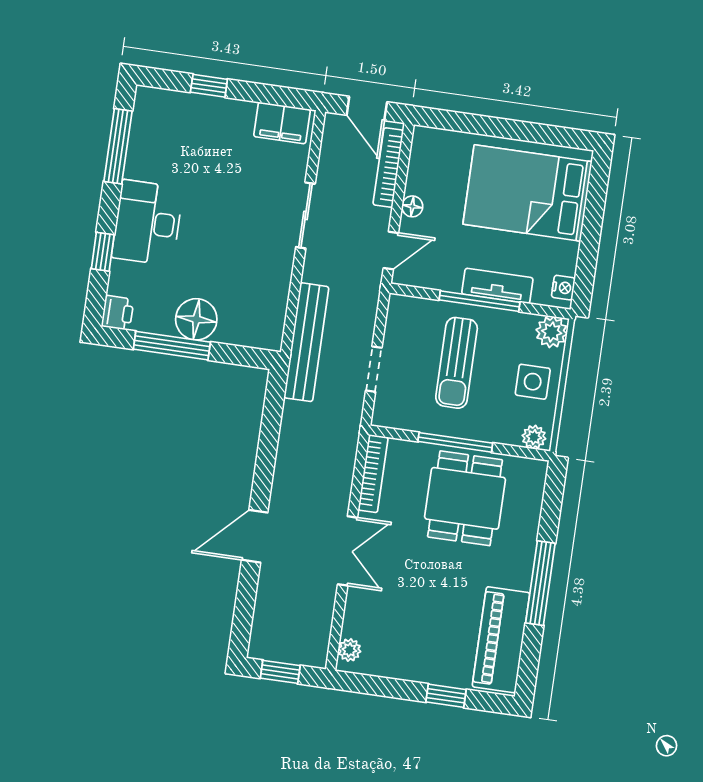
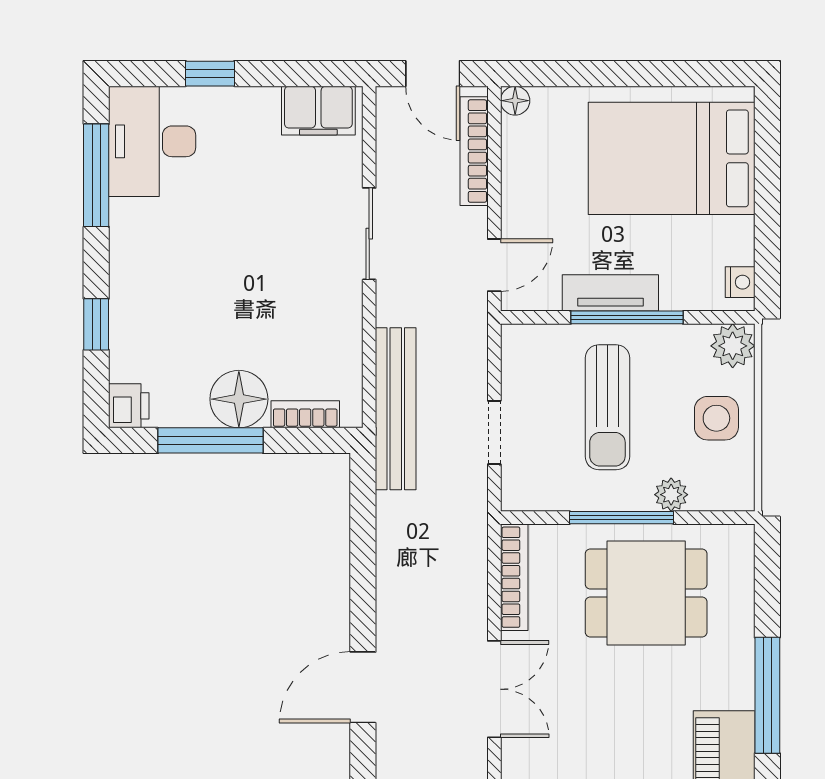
floor lamp: (412, 206) -> (515, 101), moved
desk: (147, 223) -> (152, 141), moved
tv unit: (497, 286) -> (610, 293), moved
bookcase: (242, 337) -> (305, 414), added
plant: (534, 437) -> (671, 495), moved
dining table: (465, 498) -> (646, 593), turned 90

